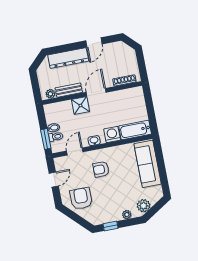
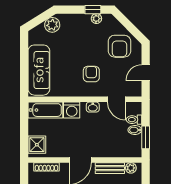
shower: (80, 106) -> (37, 145), moved
window: (46, 139) -> (146, 137), moved
door: (75, 151) -> (116, 99), hinge flipped
armchair: (101, 169) -> (91, 74), turned -90
plant: (127, 215) -> (96, 19), moved

